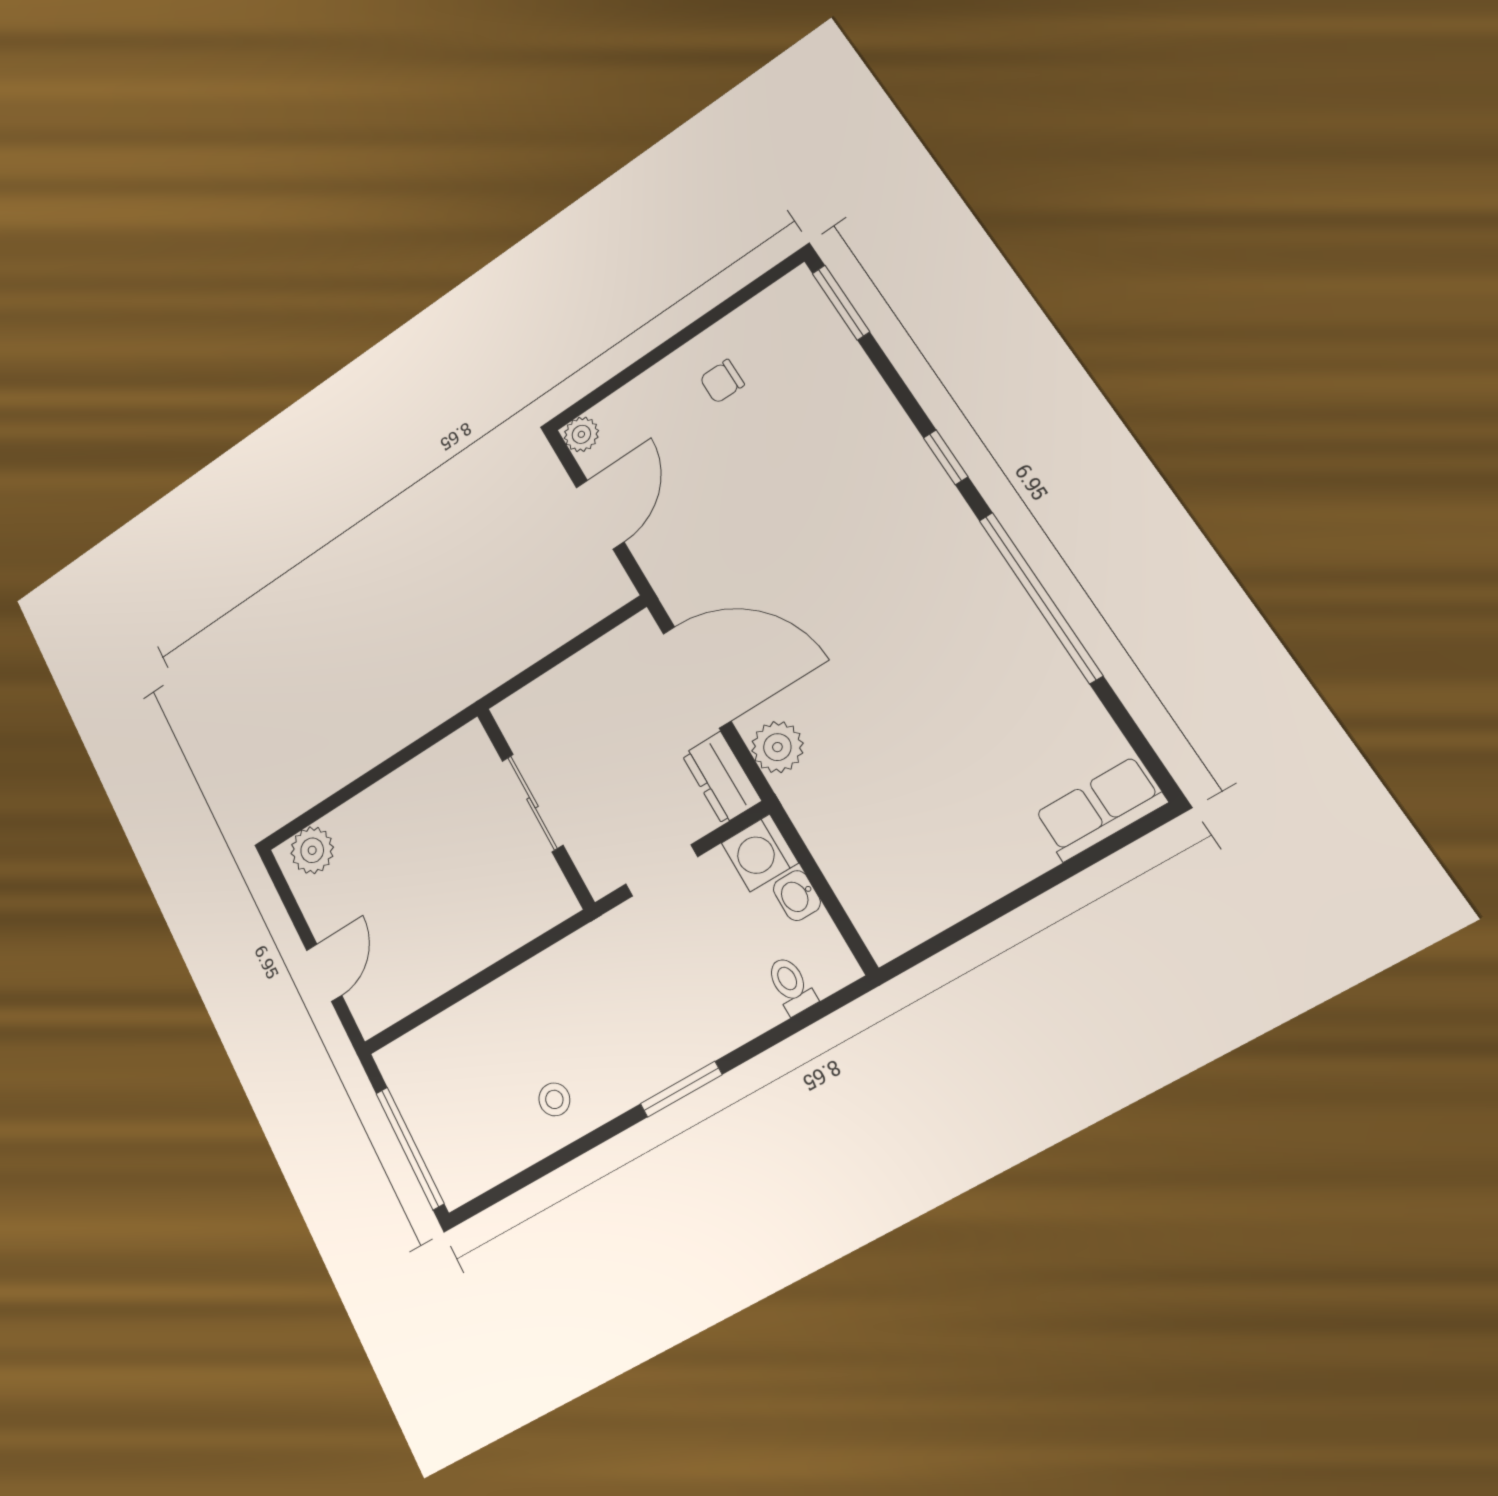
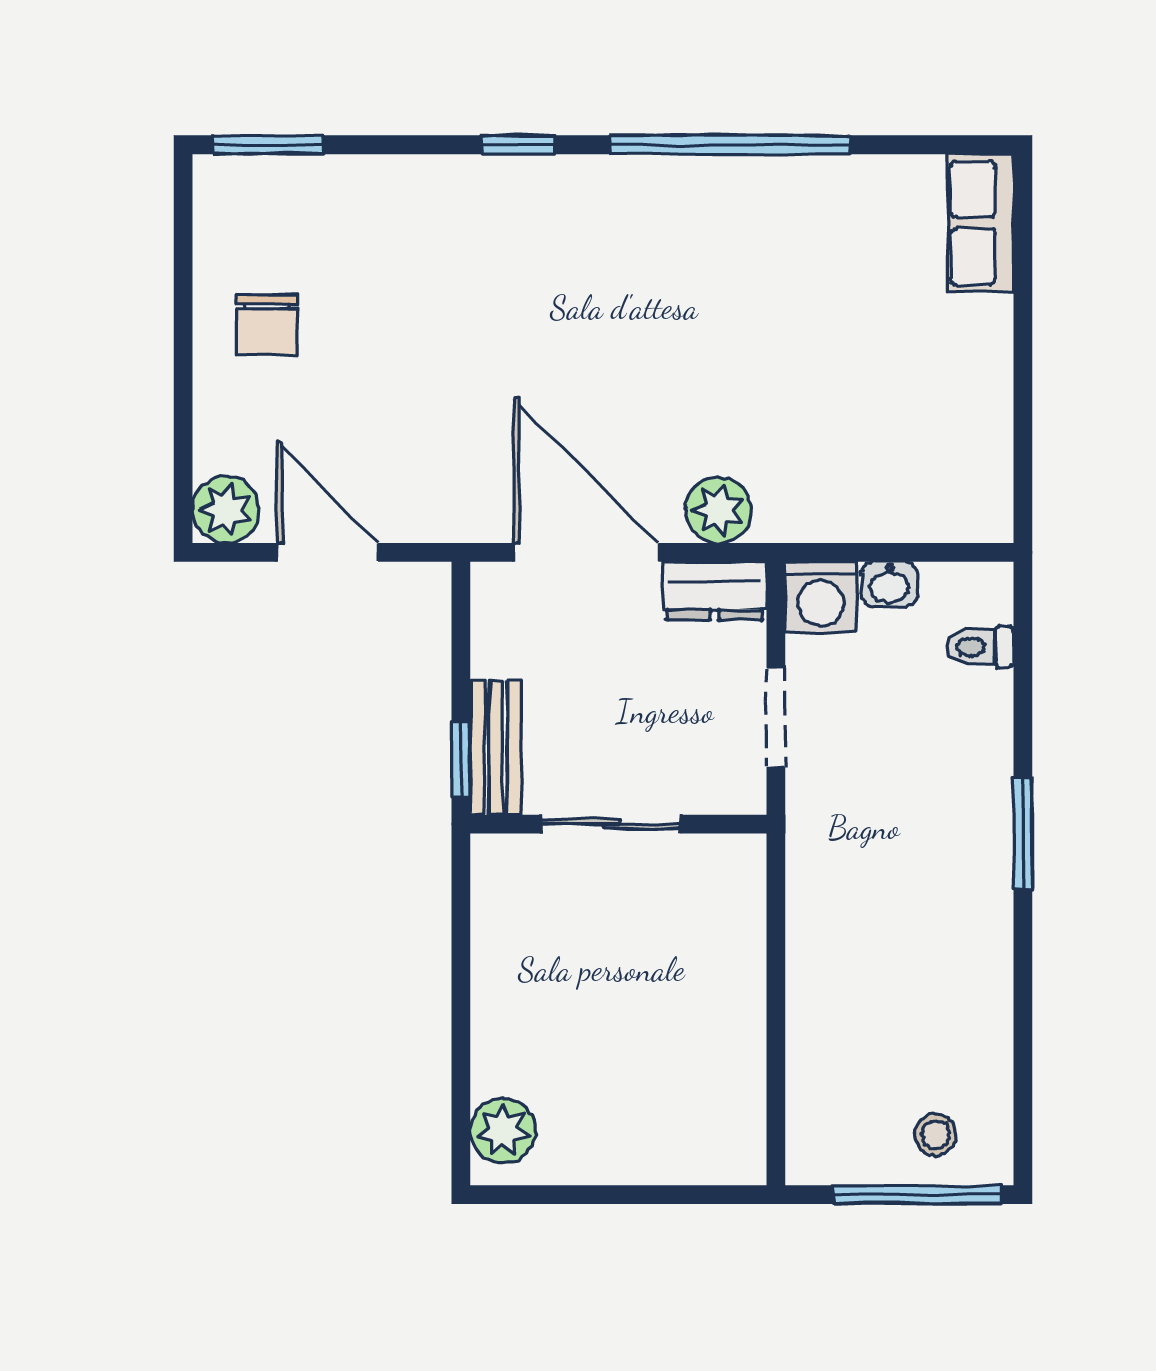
chair: (722, 381) -> (267, 325), width x1.37, depth x1.37
plant: (581, 434) -> (226, 509), width x1.38, depth x1.38
door: (697, 677) -> (586, 552), hinge flipped
window: (519, 681) -> (461, 759), added
bench: (539, 699) -> (496, 748), added
door: (324, 973) -> (658, 1195), removed
stool: (554, 1099) -> (936, 1135), moved

